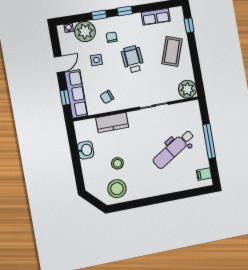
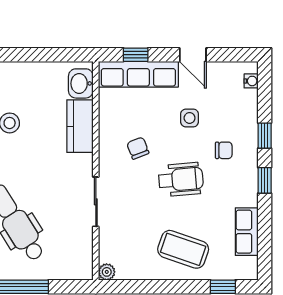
plant: (85, 32) -> (241, 107), removed
plant: (187, 89) -> (107, 272), width x0.53, depth x0.53
chair: (107, 97) -> (138, 148), moved
washbasin: (86, 150) -> (81, 83), moved, turned 90

